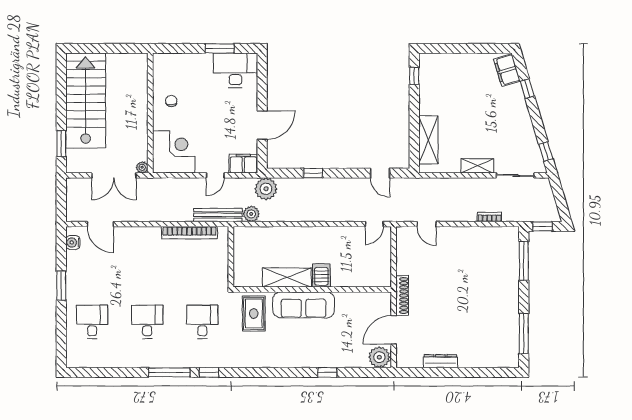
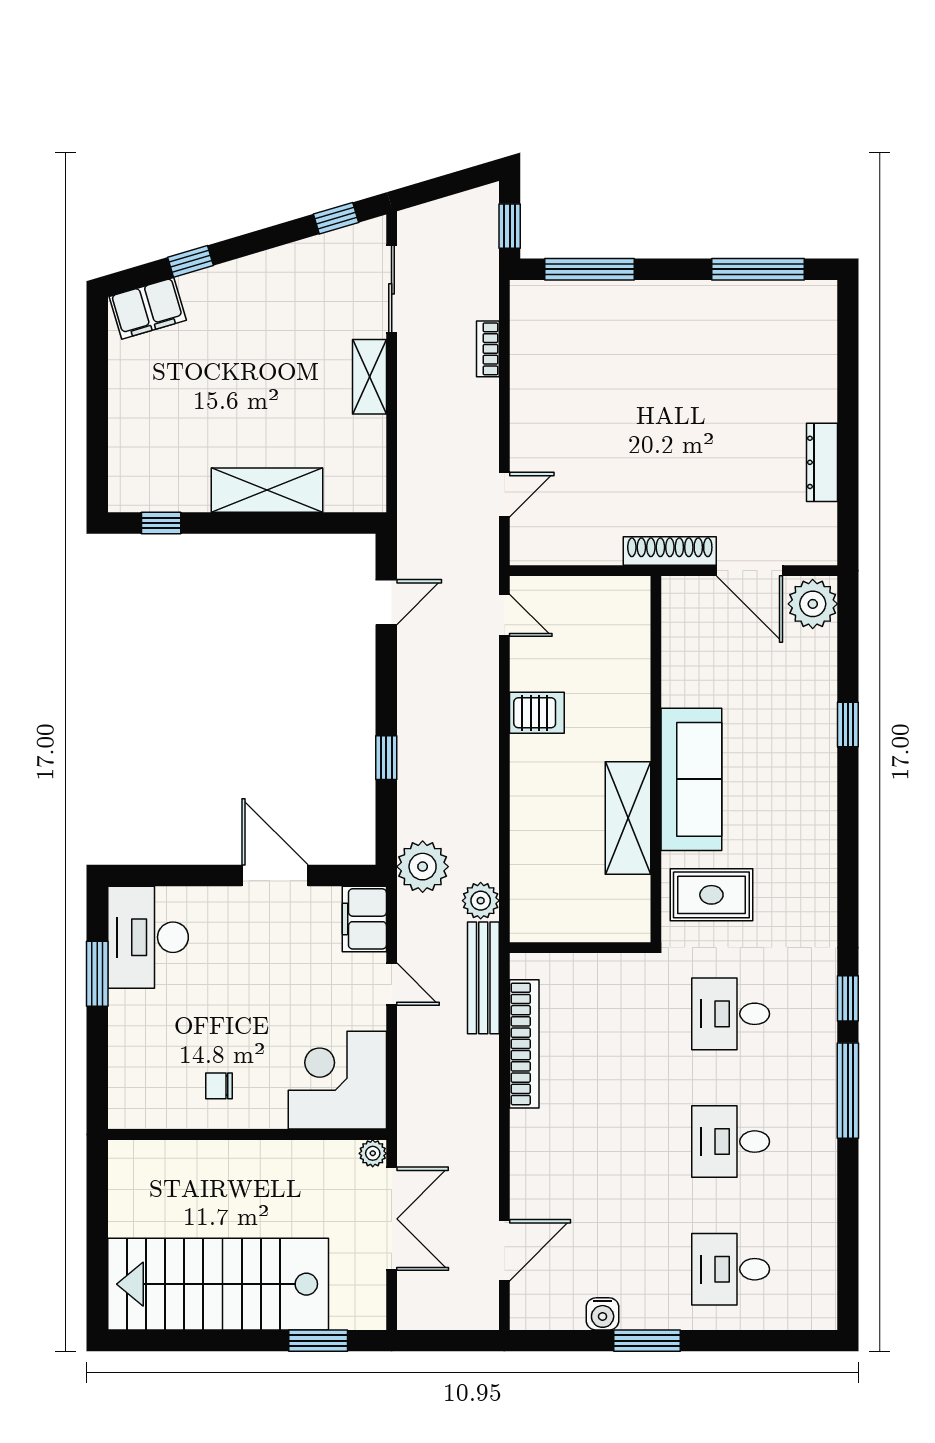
shelving: (428, 140) -> (267, 490), moved
water cooler: (73, 243) -> (603, 1314), moved
server rack: (321, 275) -> (537, 713), moved, turned 180

